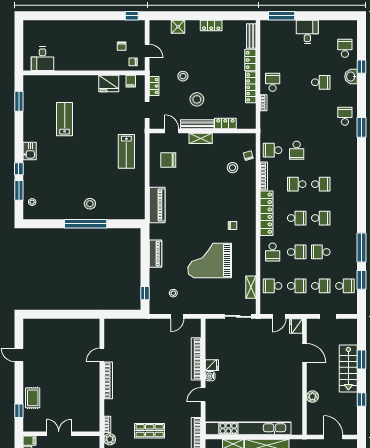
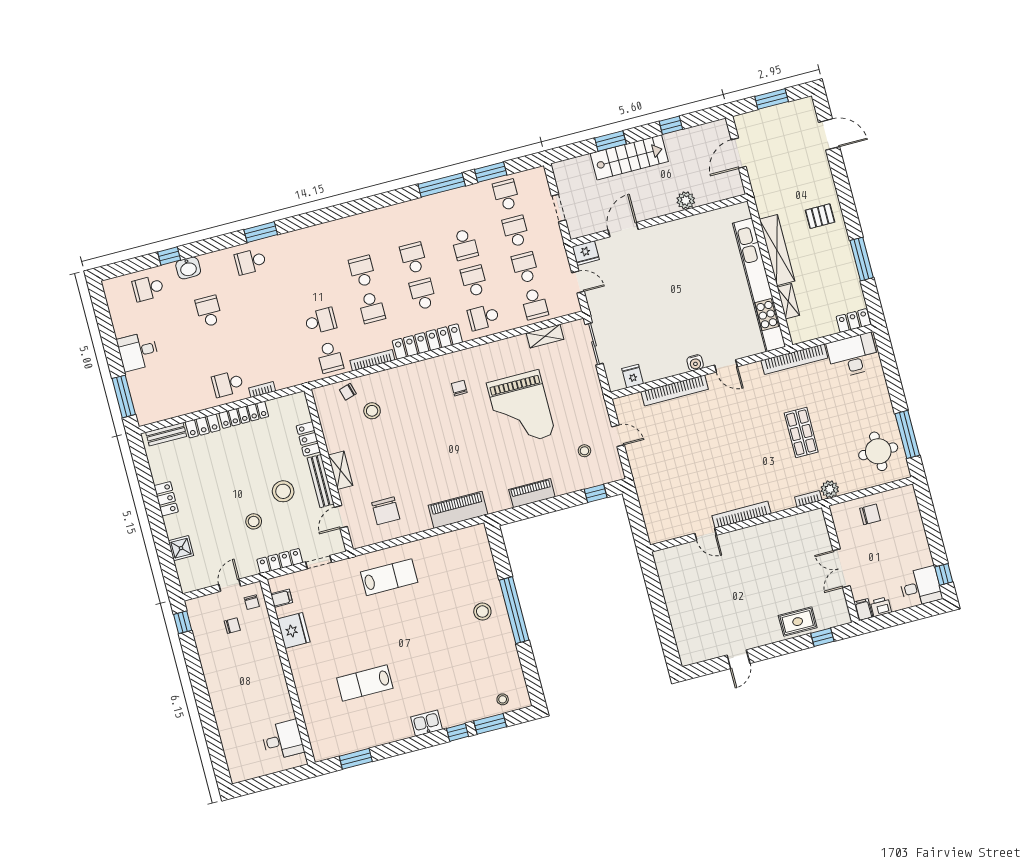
locker: (154, 86) -> (280, 561), width x1.53
school desk: (273, 252) -> (483, 317), turned 180
fridge: (212, 365) -> (633, 376), moved

